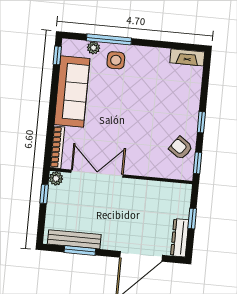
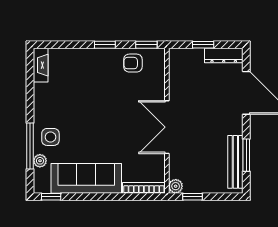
armchair: (181, 148) -> (133, 63), turned 54
double door: (97, 174) -> (167, 127), moved

